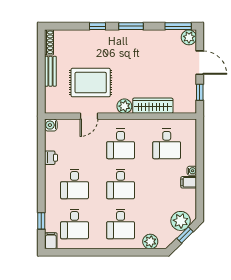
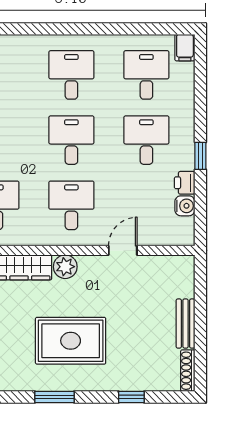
window: (97, 26) -> (131, 397), moved
rug: (91, 83) -> (71, 341), moved
water cooler: (51, 125) -> (185, 206), moved
window: (41, 221) -> (200, 156), moved
plant: (150, 242) -> (23, 46), removed

